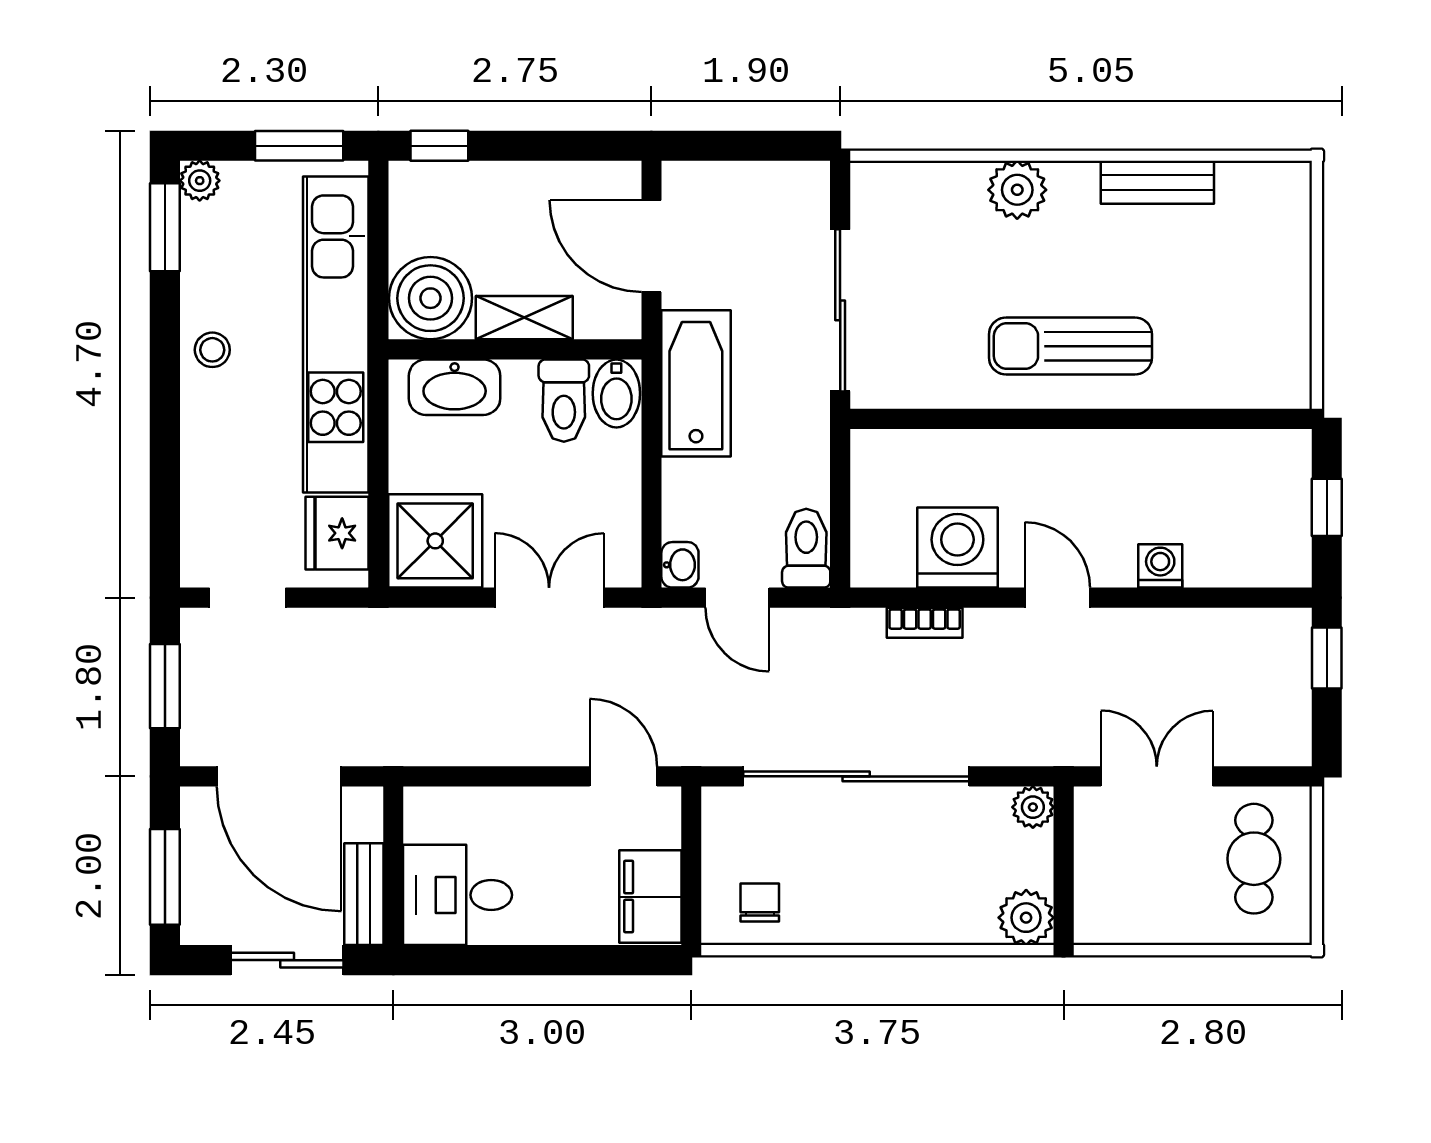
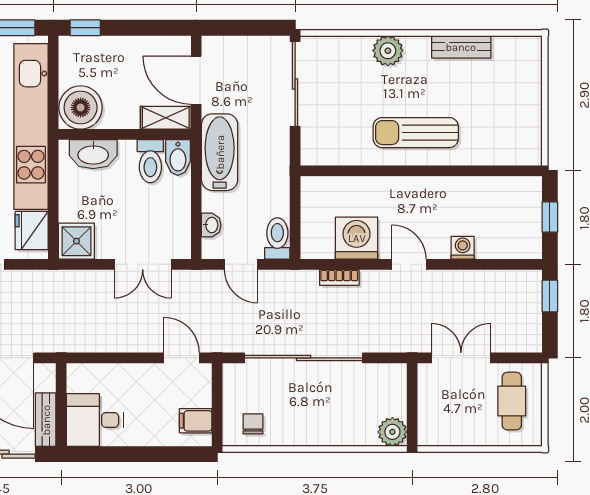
sliding door: (840, 310) -> (295, 84), moved
shelving: (524, 318) -> (166, 118), moved
shower: (435, 541) -> (76, 241), width x0.73, depth x0.73
washbasin: (680, 565) -> (211, 225), moved
double door: (549, 598) -> (143, 264), swing flipped
plant: (1033, 807) -> (396, 374), removed
filing cabinet: (650, 897) -> (196, 421), width x0.50

